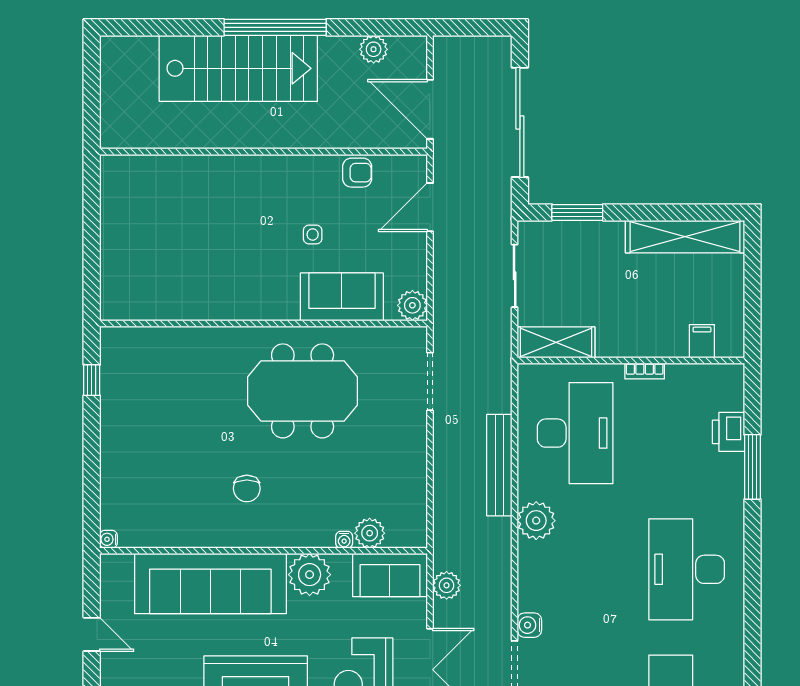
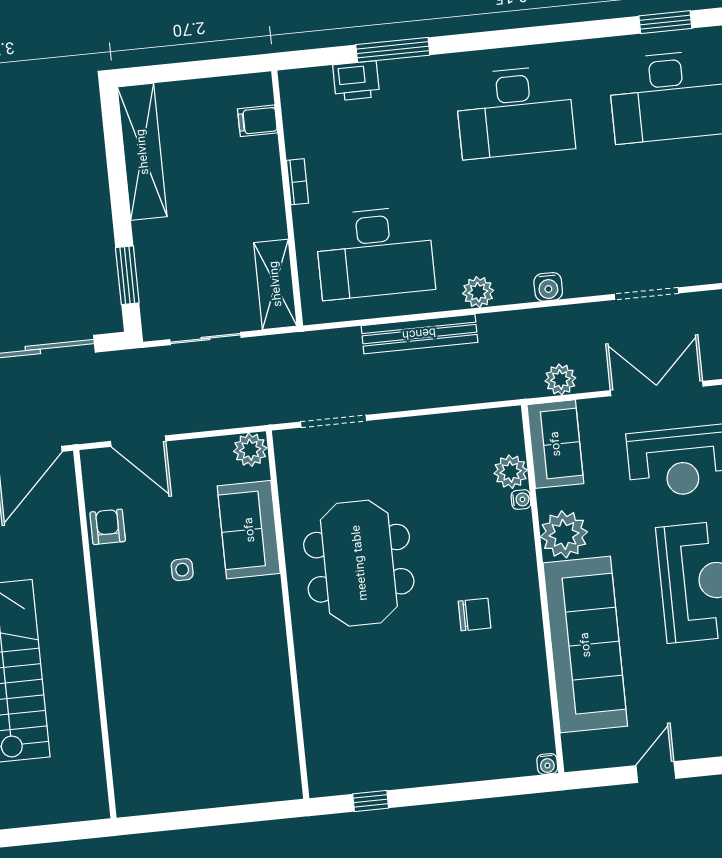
desk: (575, 433) -> (375, 253), turned 180
plant: (536, 521) -> (478, 292), width x0.73, depth x0.73
water cooler: (529, 625) -> (548, 287), moved

